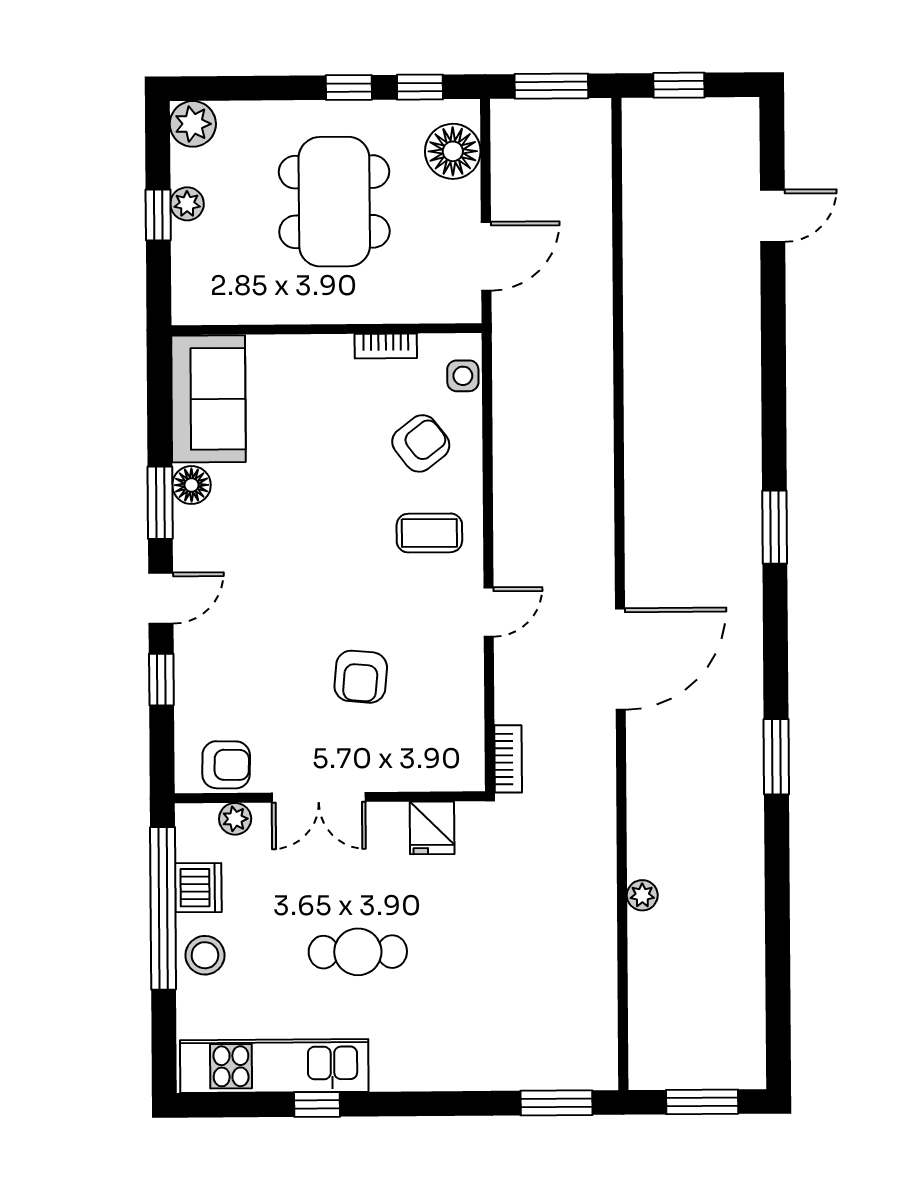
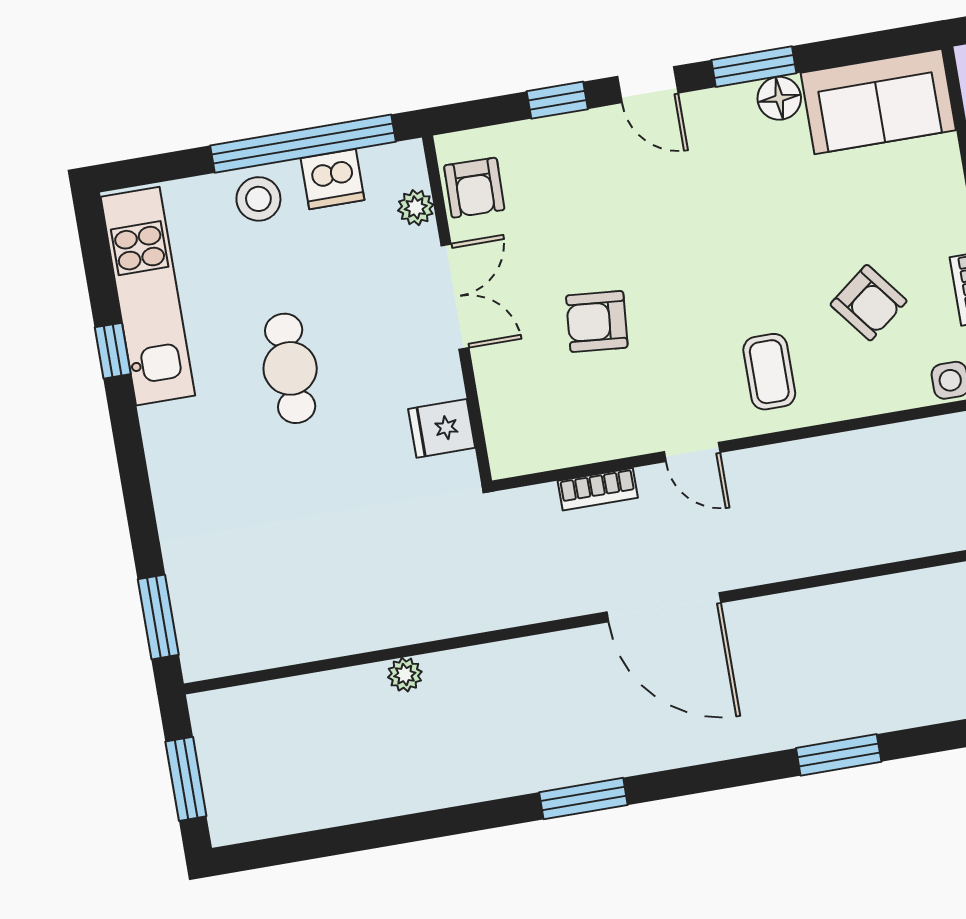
armchair: (421, 443) -> (869, 303), moved
bookcase: (508, 759) -> (598, 489), moved
double door: (319, 797) -> (455, 297), swing flipped

